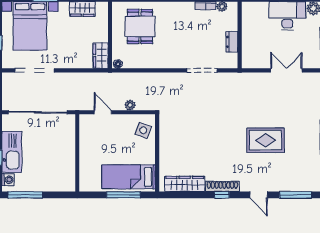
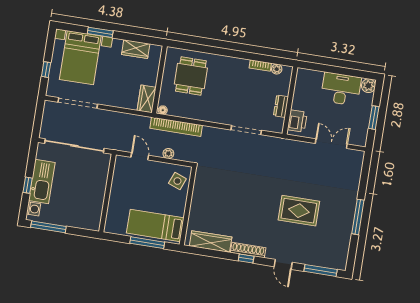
printer: (250, 54) -> (297, 121), added
bookcase: (133, 78) -> (176, 127), added

